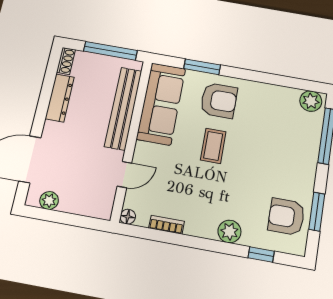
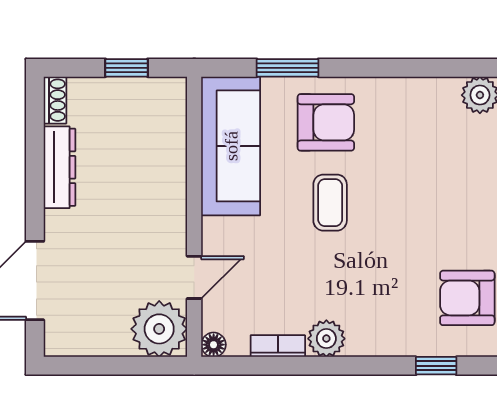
window: (110, 51) -> (126, 68), width x0.46
bench: (123, 108) -> (169, 166), removed
plant: (49, 200) -> (159, 329), moved, width x1.88, depth x1.88
plant: (229, 231) -> (326, 339), moved

